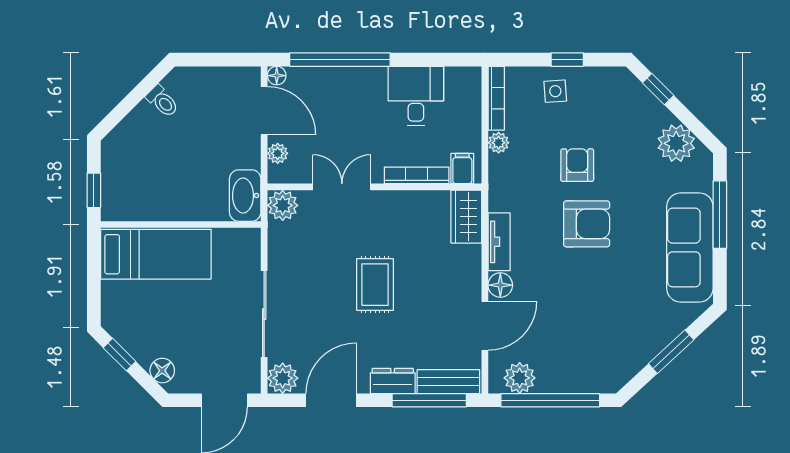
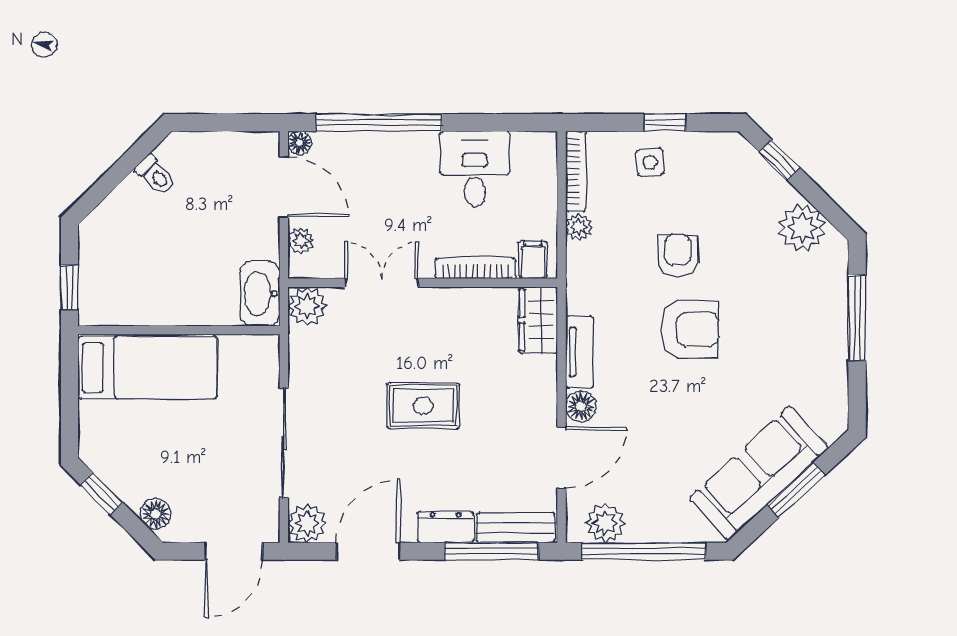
sofa: (690, 247) -> (759, 473), moved, turned 47
rug: (375, 285) -> (423, 406), turned 90

